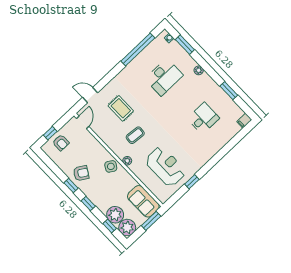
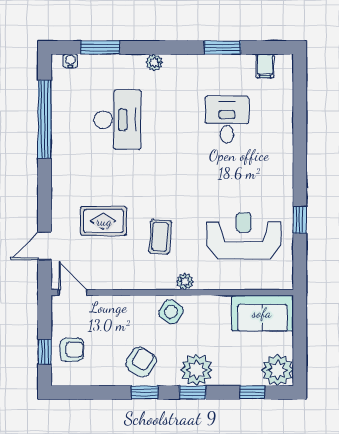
filing cabinet: (244, 121) -> (265, 66), moved
plant: (115, 215) -> (197, 370), moved
window: (151, 221) -> (300, 328), removed

